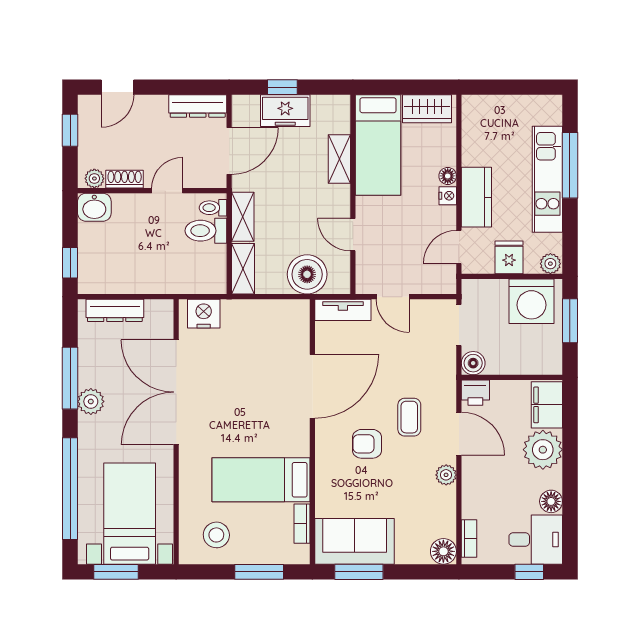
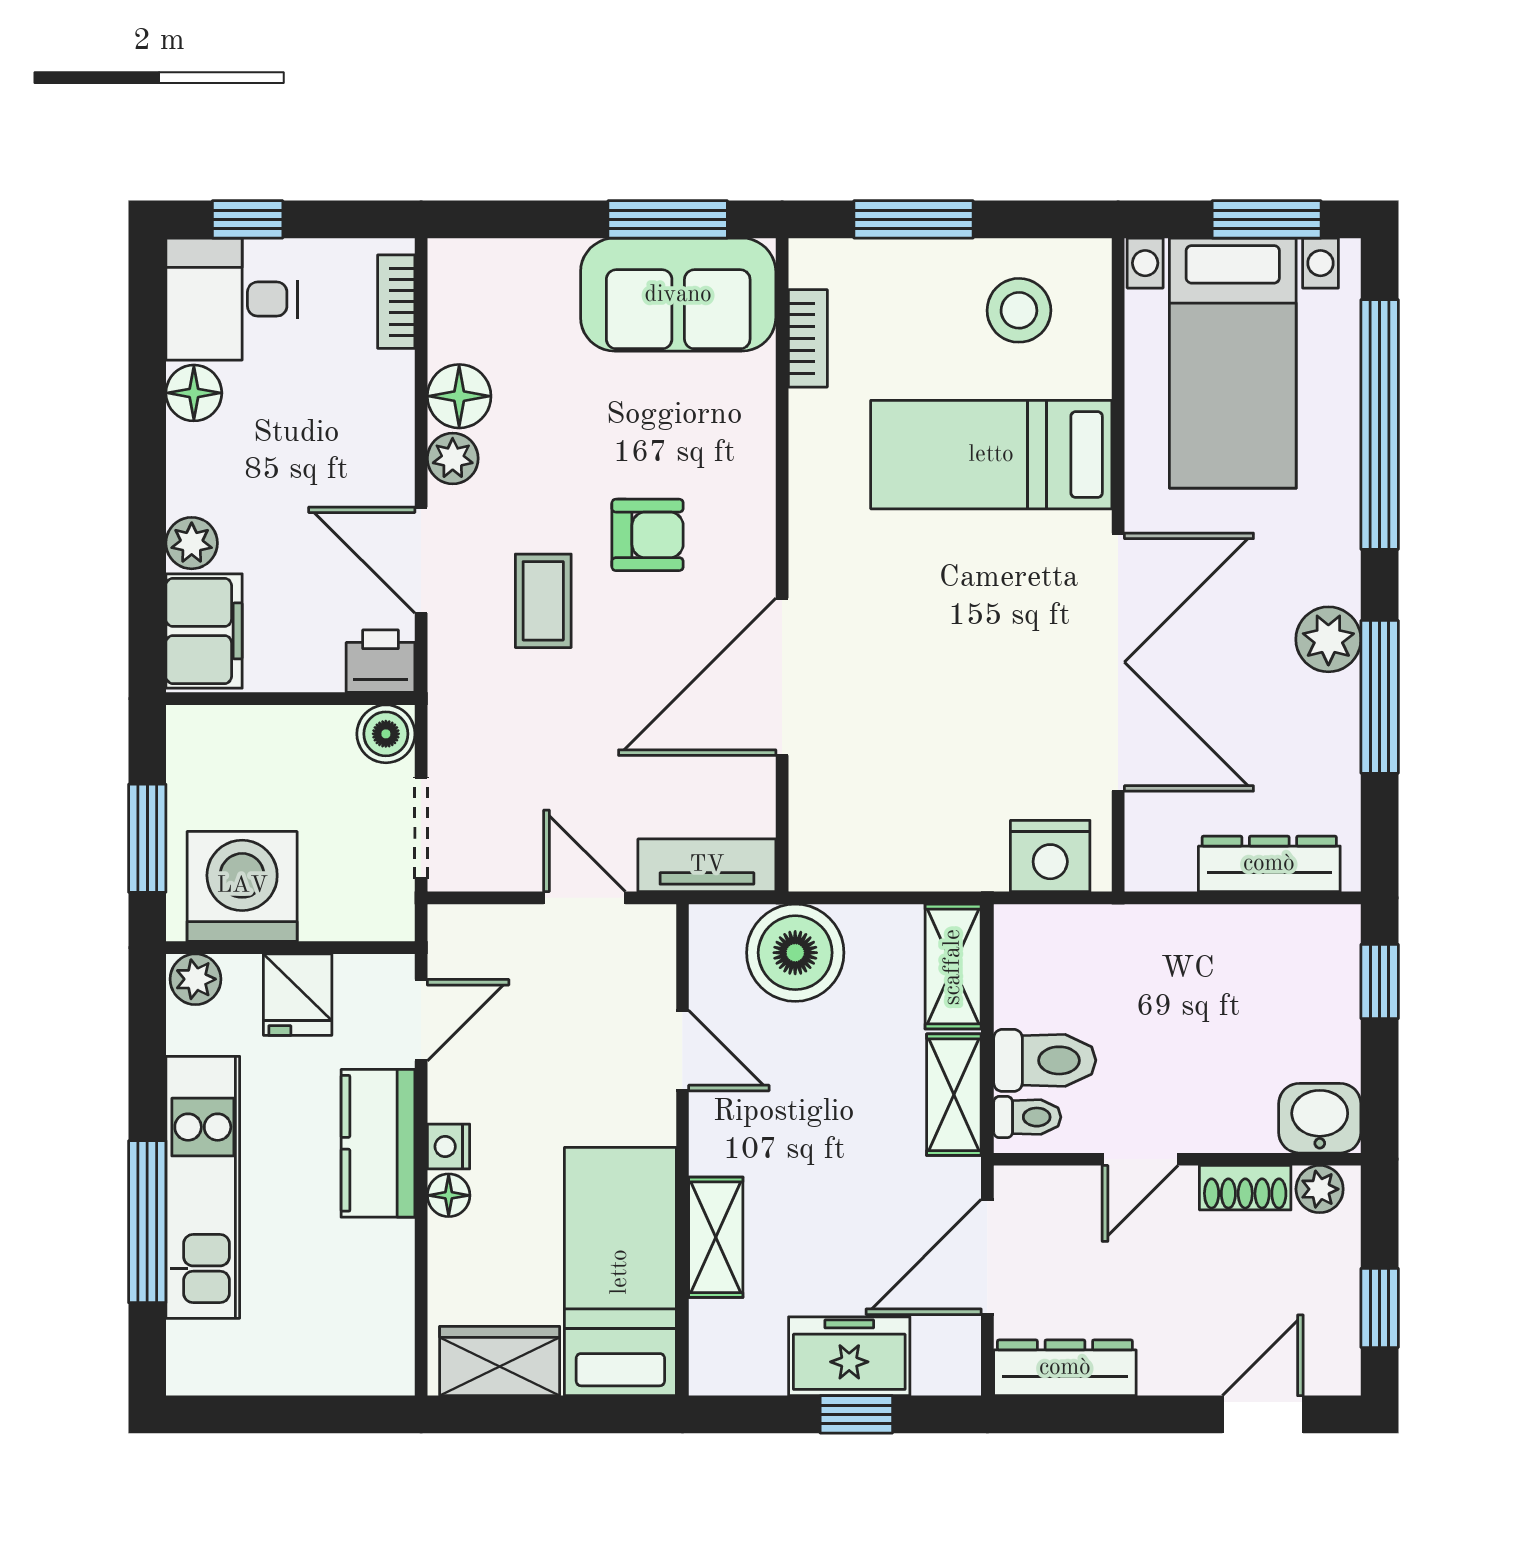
plant: (543, 450) -> (192, 543), width x0.53, depth x0.53
bed: (261, 480) -> (991, 455), moved, turned 180
floor lamp: (443, 551) -> (459, 396), moved

